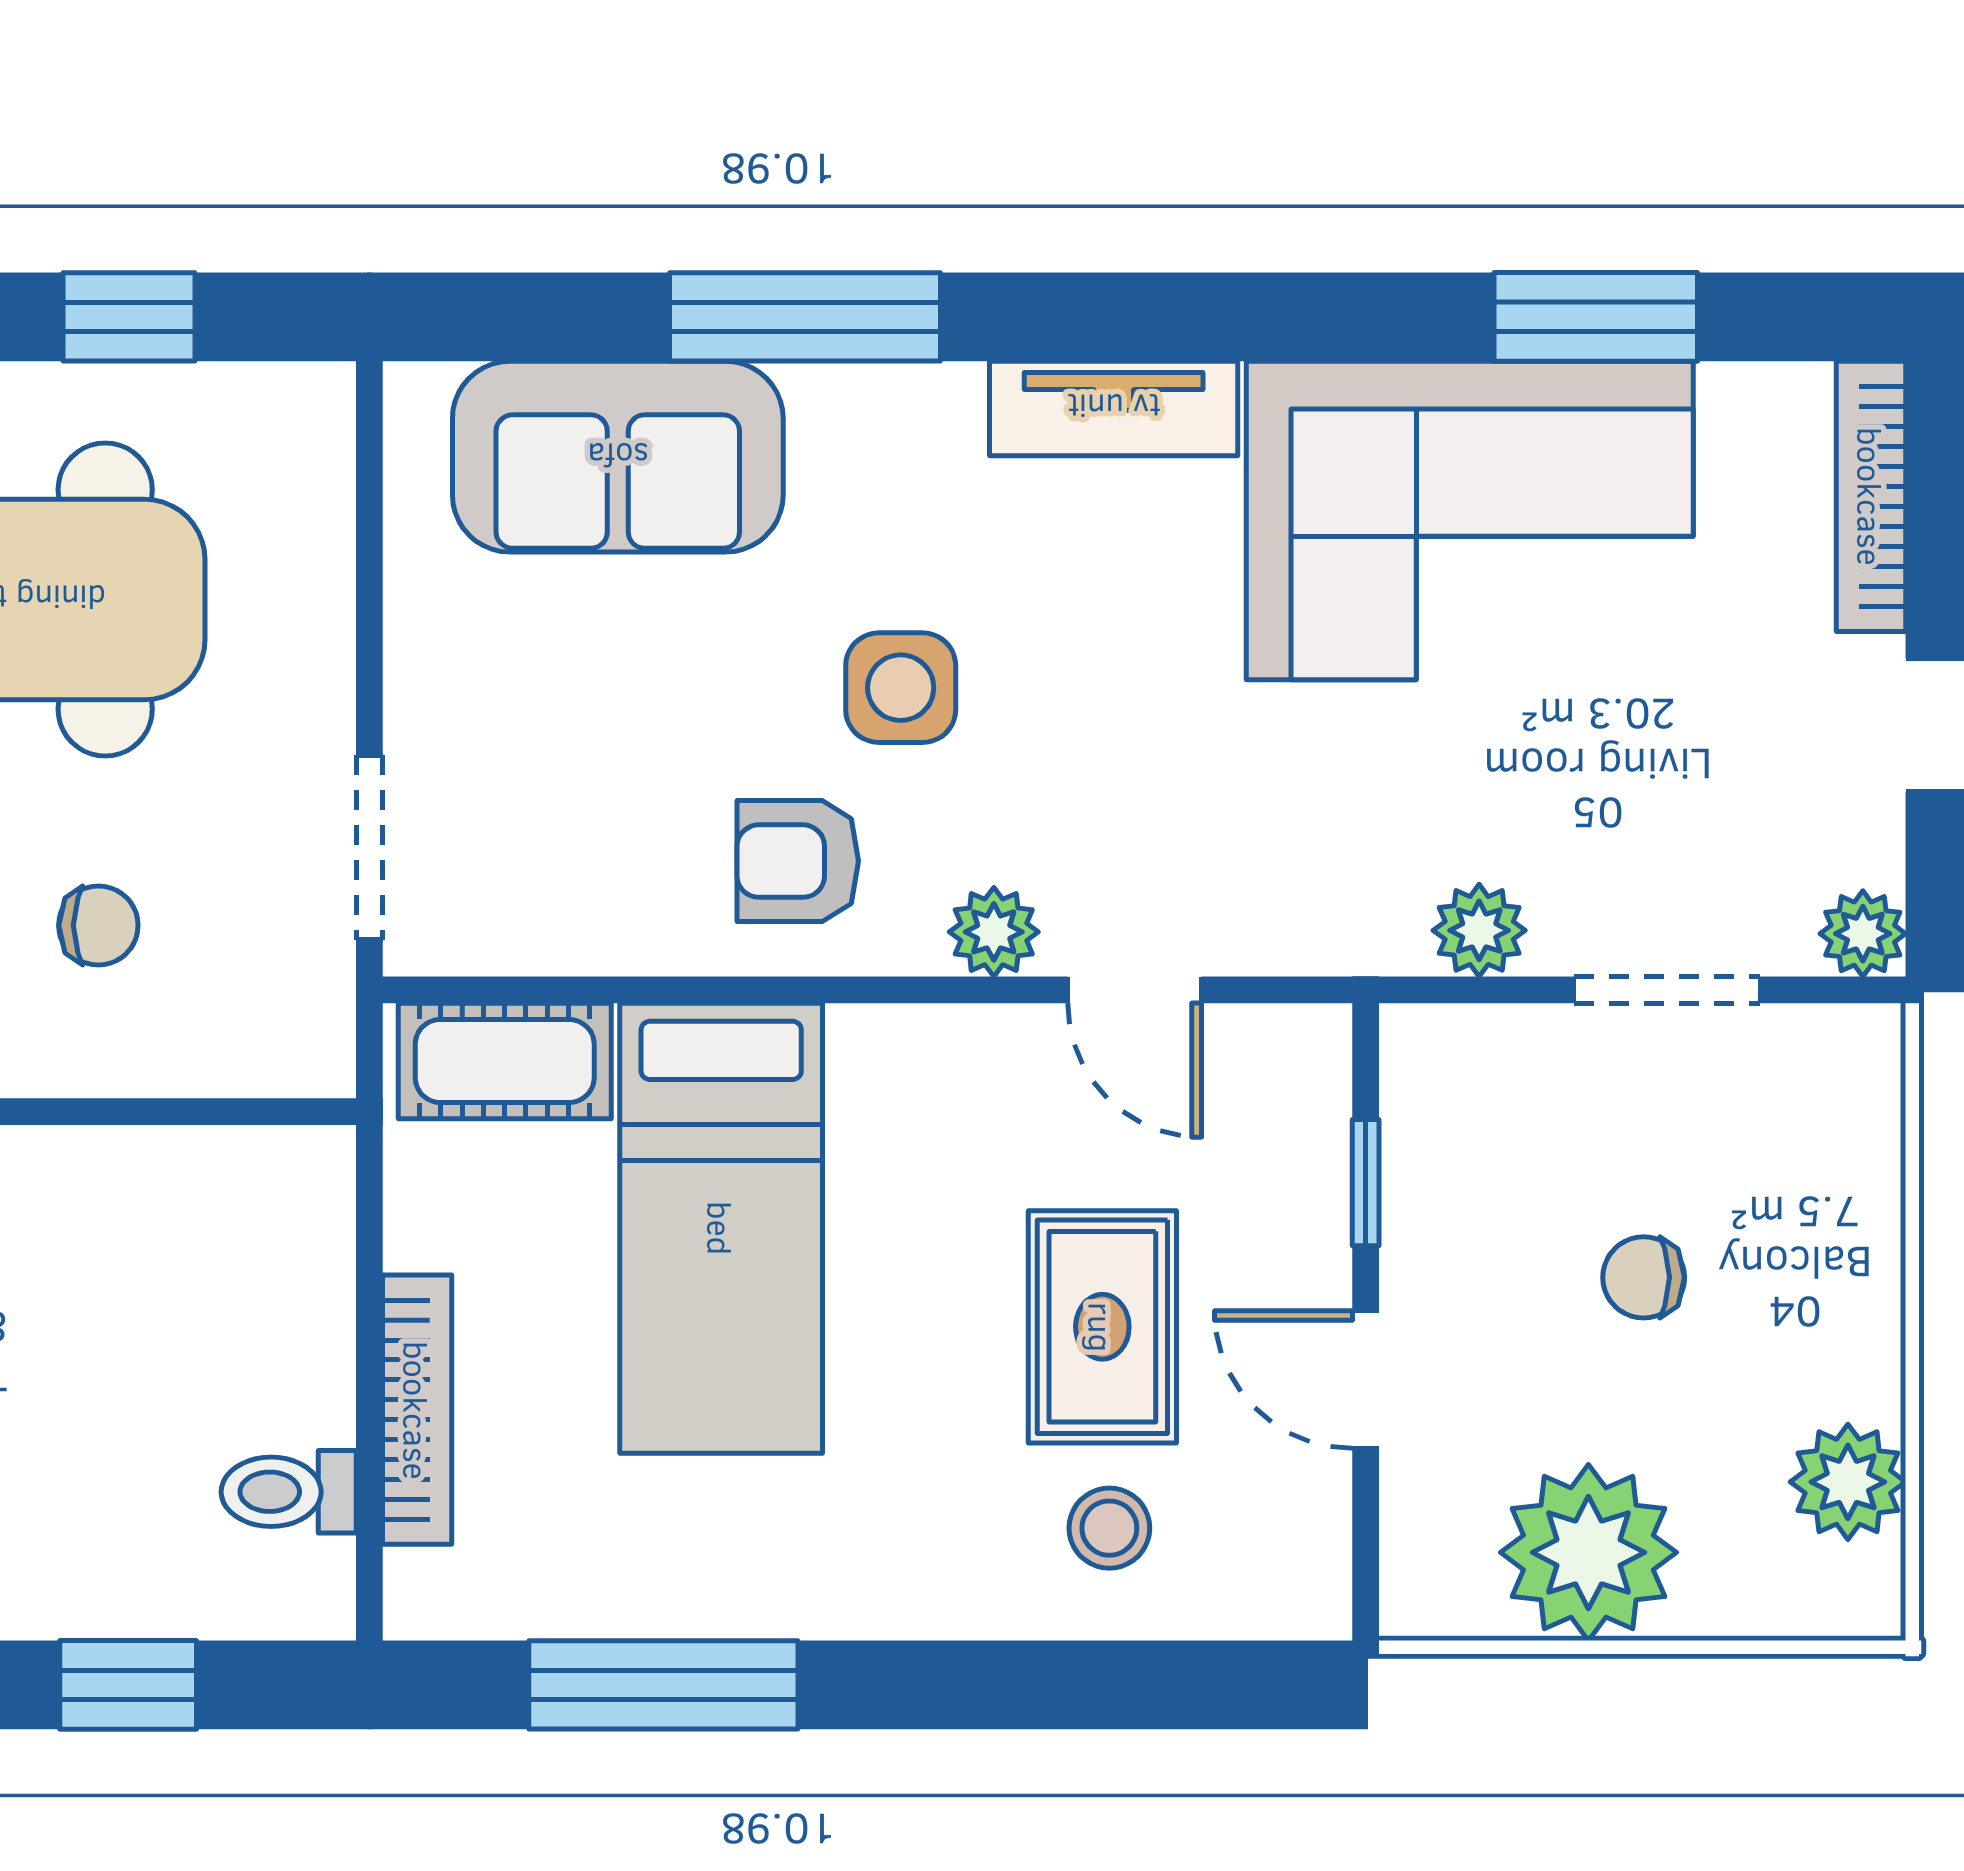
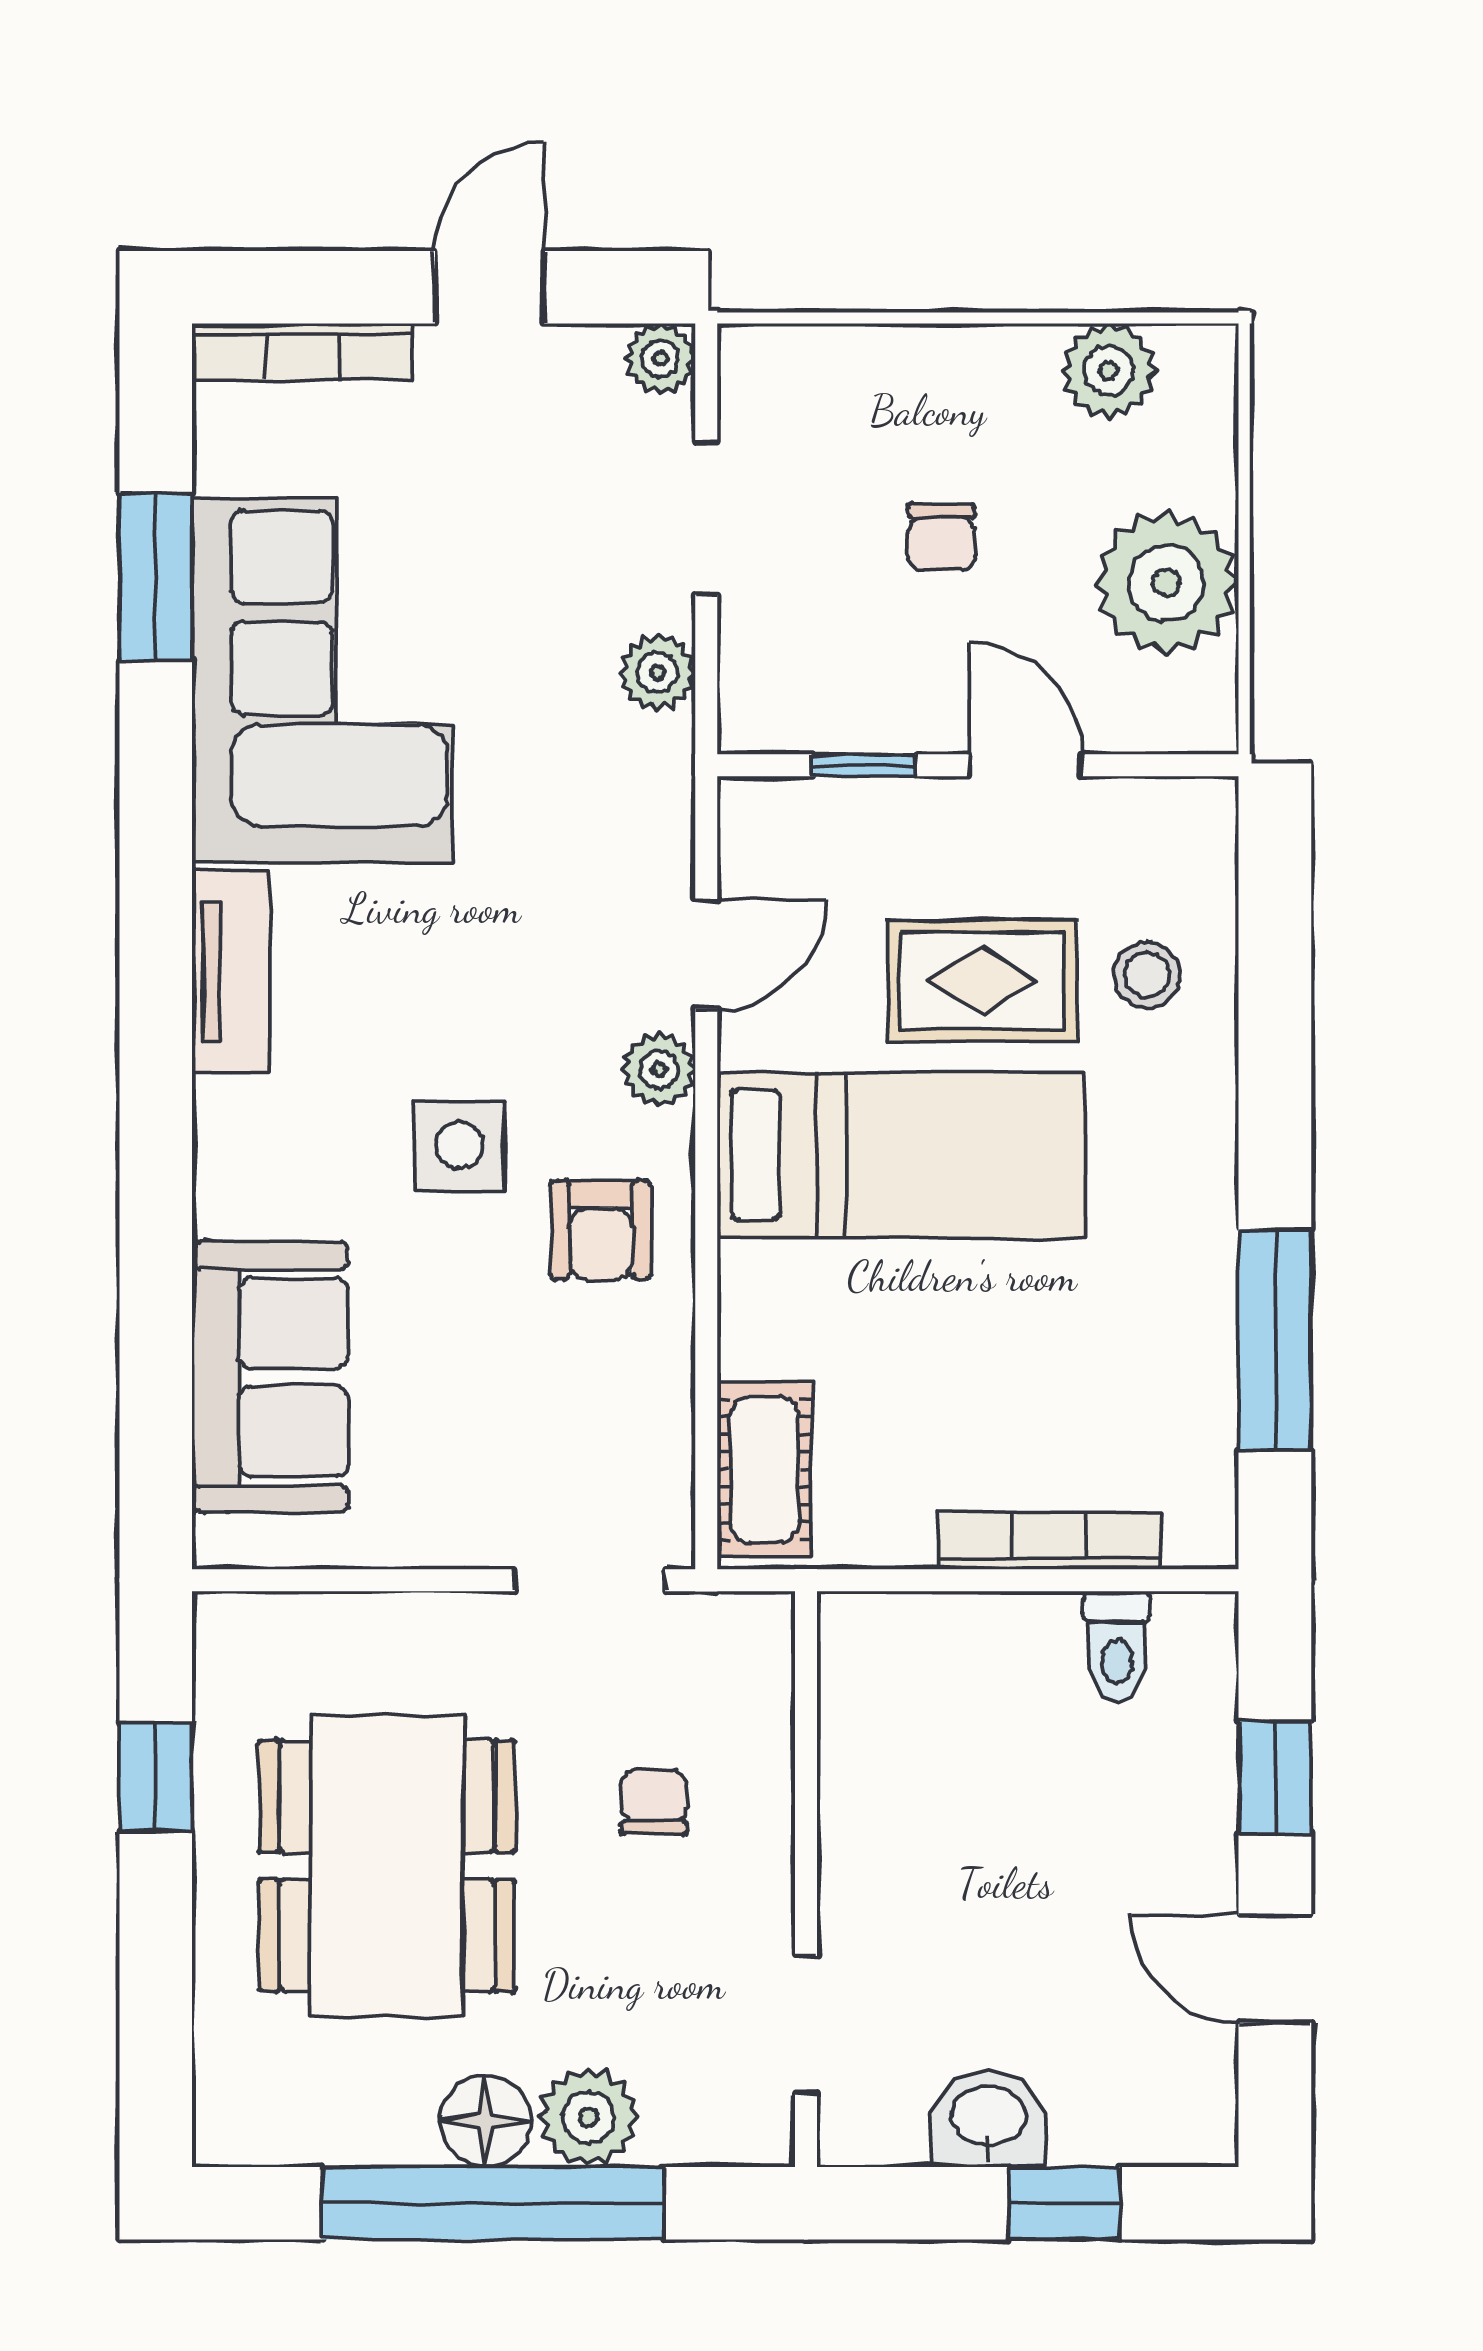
window: (805, 317) -> (156, 1224), removed
bed: (721, 1228) -> (901, 1155), moved
door: (1366, 1379) -> (1025, 765), swing flipped

